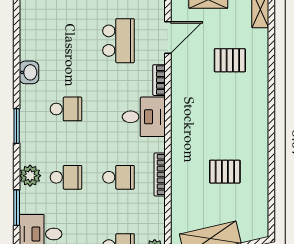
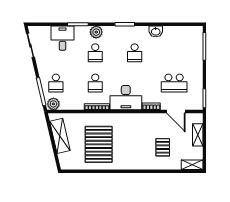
desk: (144, 117) -> (126, 98), width x1.37
pallet: (225, 172) -> (99, 144), width x2.05, depth x2.00

